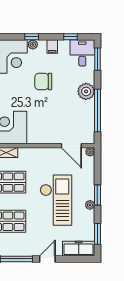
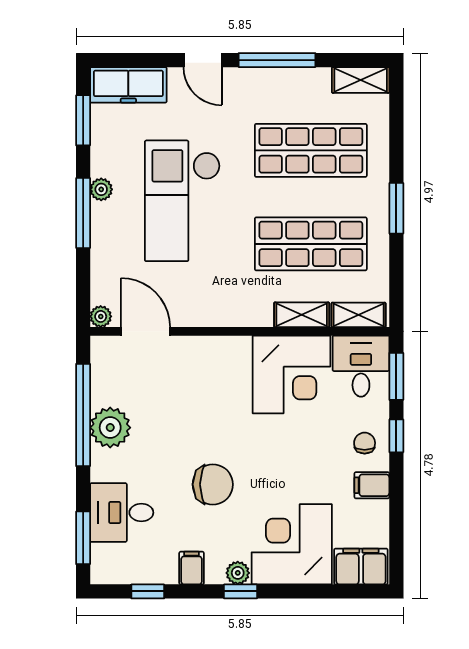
desk: (82, 53) -> (122, 513), moved, turned 90
plant: (86, 91) -> (110, 428), moved
window: (97, 195) -> (83, 213), width x1.44
door: (47, 259) -> (203, 60), hinge flipped

